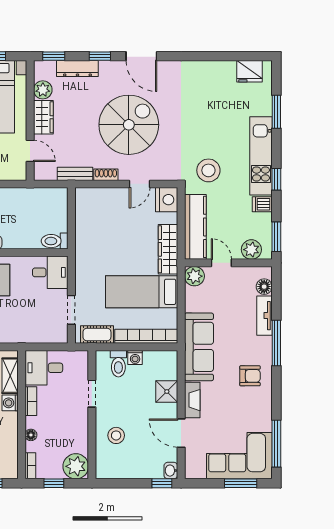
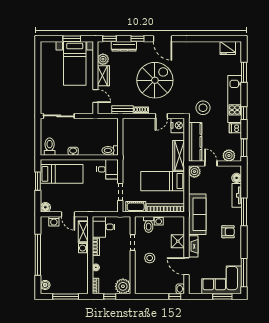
stool: (116, 435) -> (150, 258), moved

